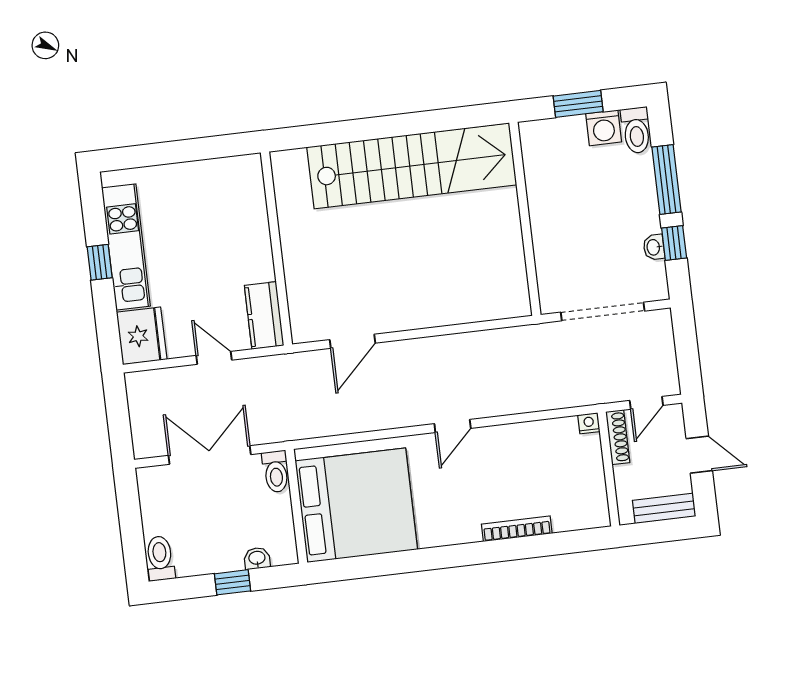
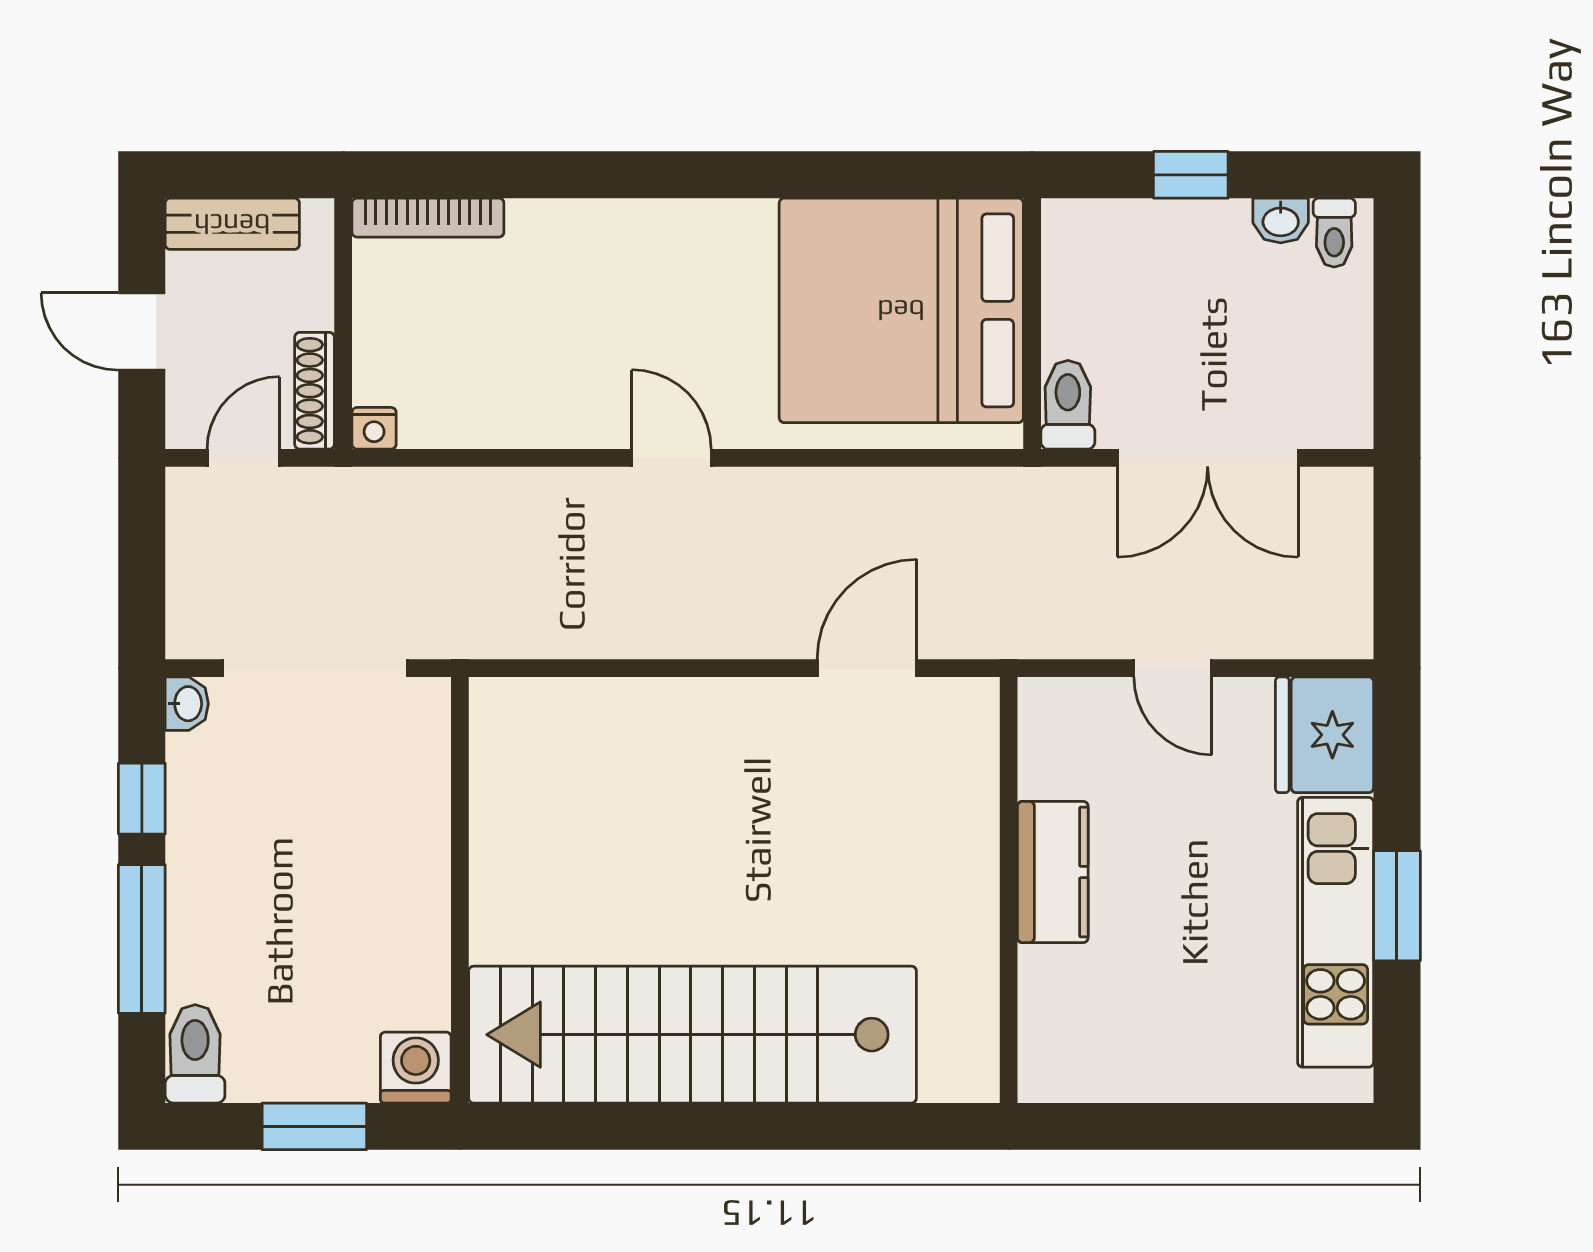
washing machine: (604, 128) -> (416, 1068), moved
washbasin: (654, 247) -> (187, 704), moved
window: (100, 262) -> (1397, 906), width x1.50
kitchen counter: (264, 315) -> (1053, 872), moved
door: (453, 426) -> (671, 458), hinge flipped
bookcase: (517, 529) -> (428, 218), moved
toilet: (160, 558) -> (1334, 233), width x0.73, depth x0.72
washbasin: (257, 558) -> (1281, 221), moved

